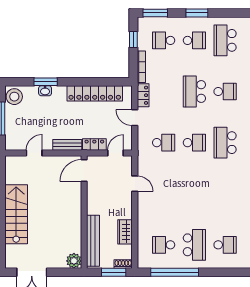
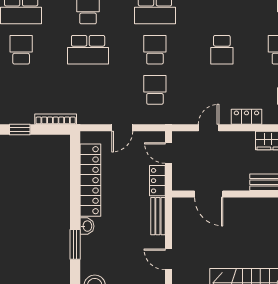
school desk: (164, 40) -> (222, 50), moved
washbasin: (45, 91) -> (87, 226), moved
locker: (143, 95) -> (246, 117), moved
door: (84, 171) -> (209, 194), moved

